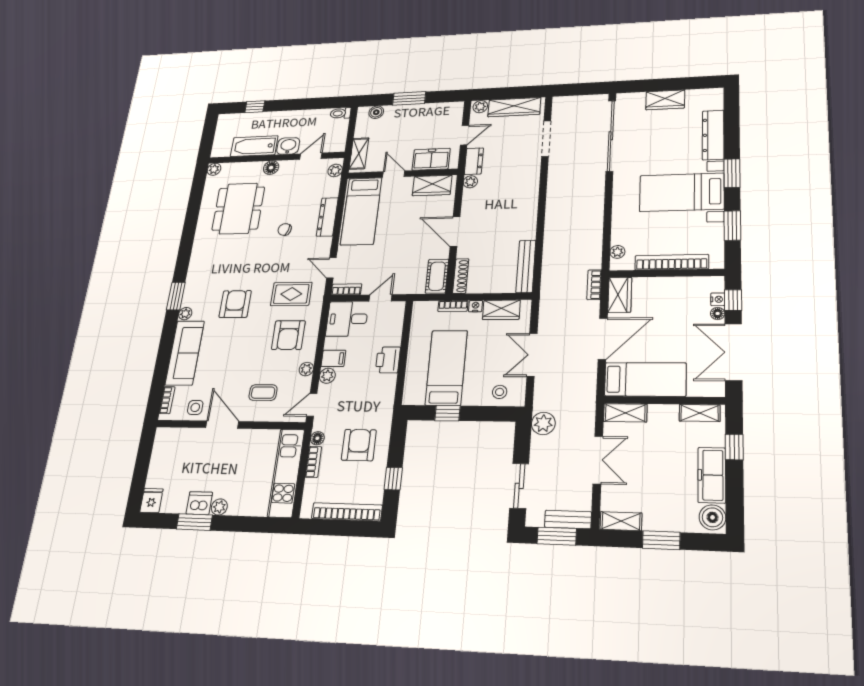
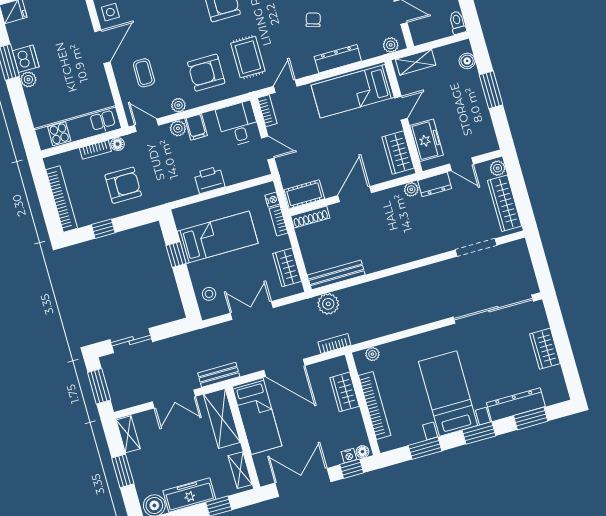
window: (732, 125) -> (531, 418), added
wardrobe: (620, 295) -> (345, 392), moved, turned 90
nightstand: (476, 306) -> (272, 200), moved
floor lamp: (718, 313) -> (362, 452), moved
shelving: (625, 413) -> (222, 418), width x1.50, depth x1.33
plant: (543, 423) -> (328, 304), moved
bench: (568, 519) -> (219, 375), moved, turned 90

